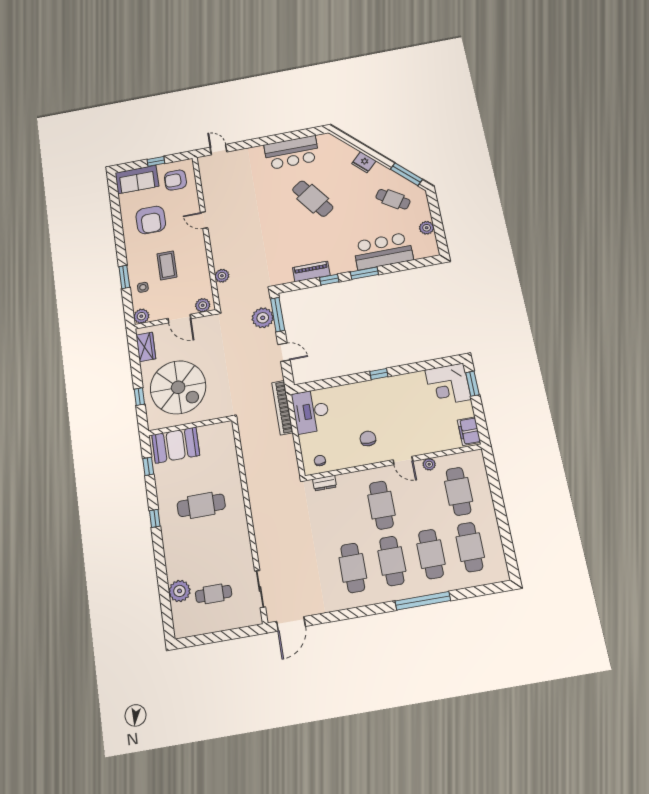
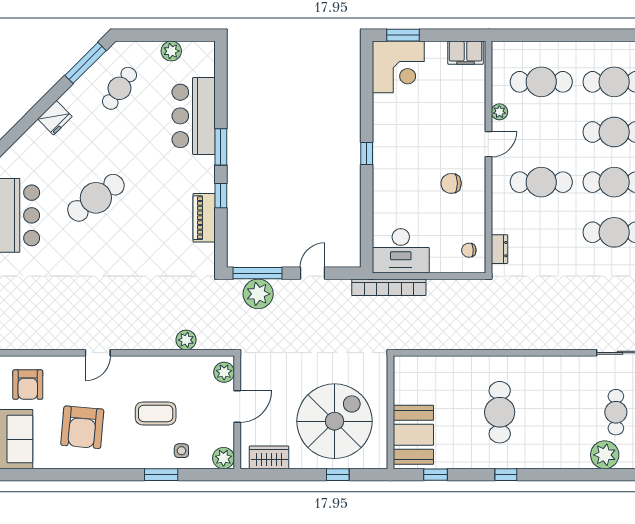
armchair: (151, 220) -> (82, 427), turned 95

